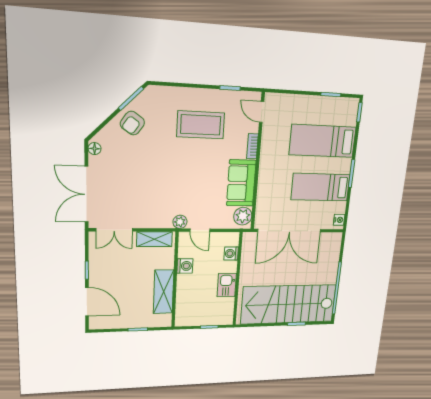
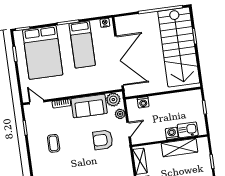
door: (262, 112) -> (37, 102), swing flipped
coffee table: (201, 125) -> (54, 143), width x0.54, depth x0.58
bed: (323, 141) -> (43, 52), width x1.50
armchair: (193, 194) -> (103, 140), added
plant: (180, 222) -> (120, 114), moved
washing machine: (185, 266) -> (172, 133), moved
kitchen sink: (227, 285) -> (188, 130), moved, turned 180

